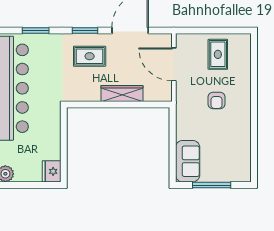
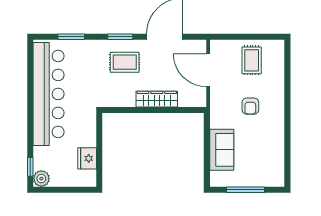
sofa: (188, 161) -> (222, 150), moved
fridge: (52, 171) -> (87, 158), moved

